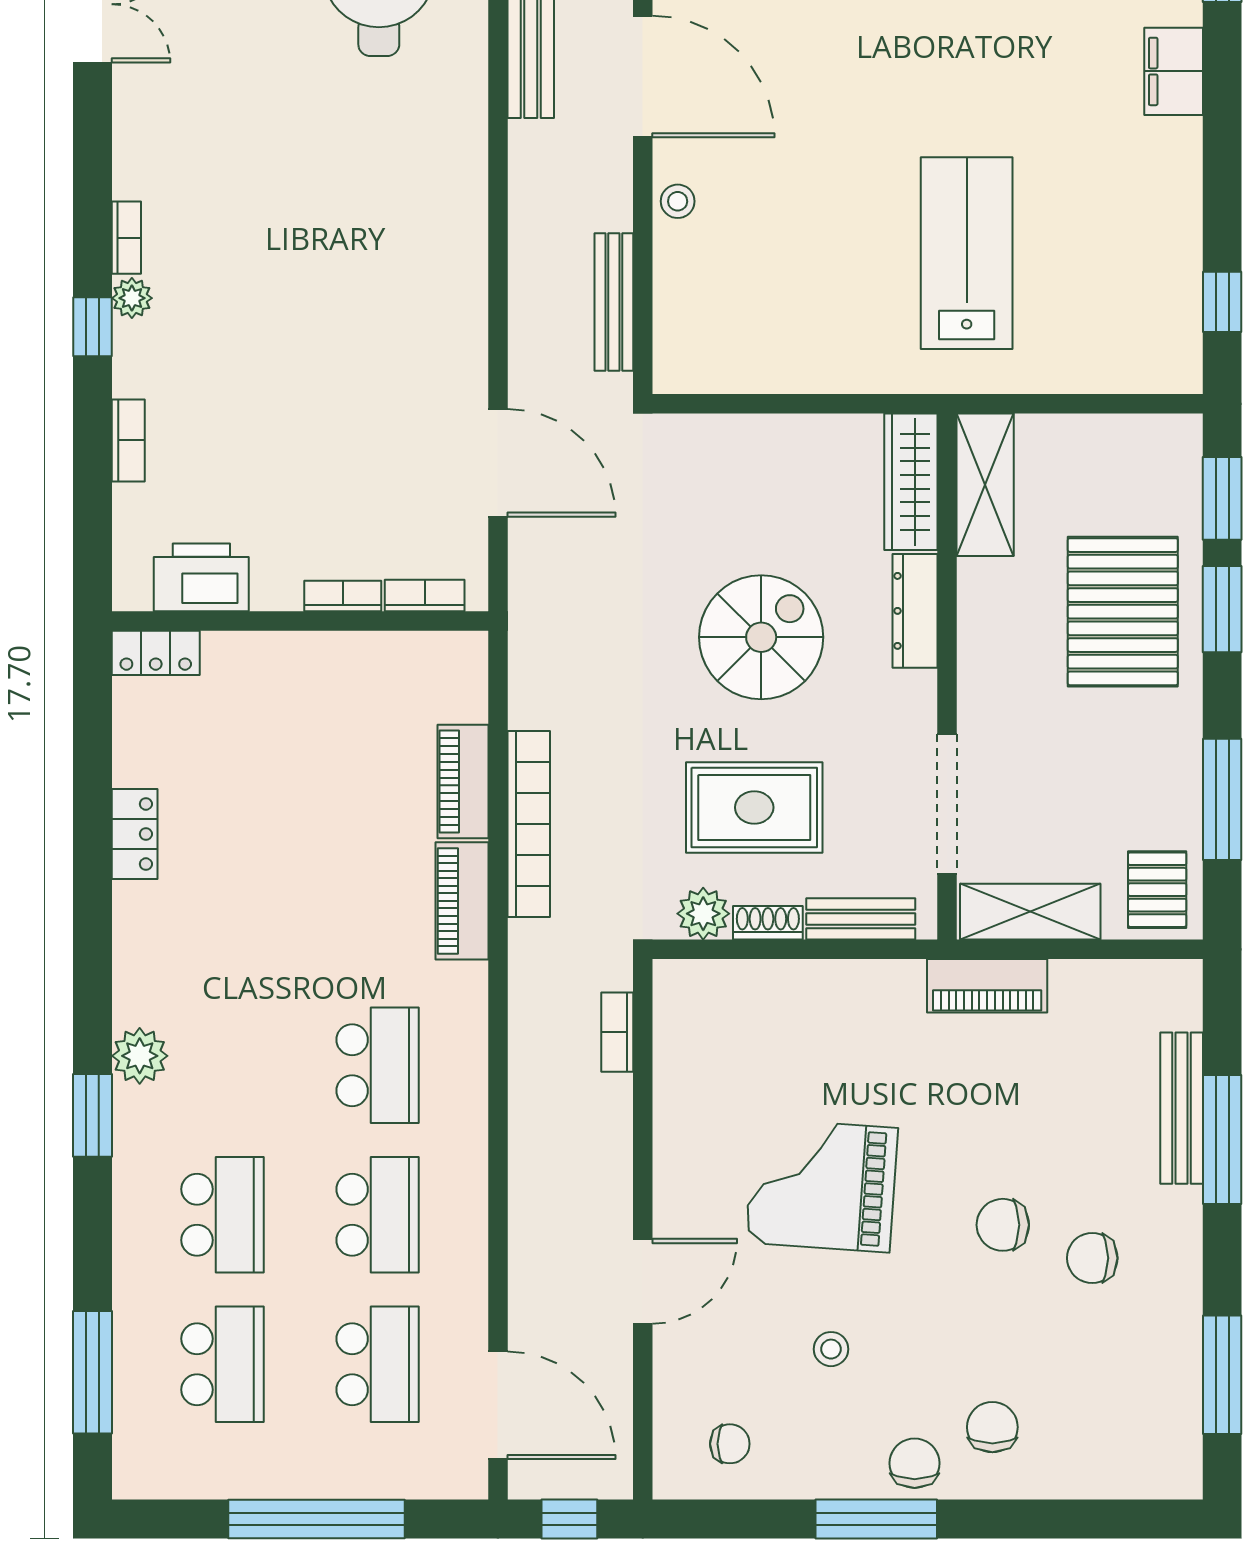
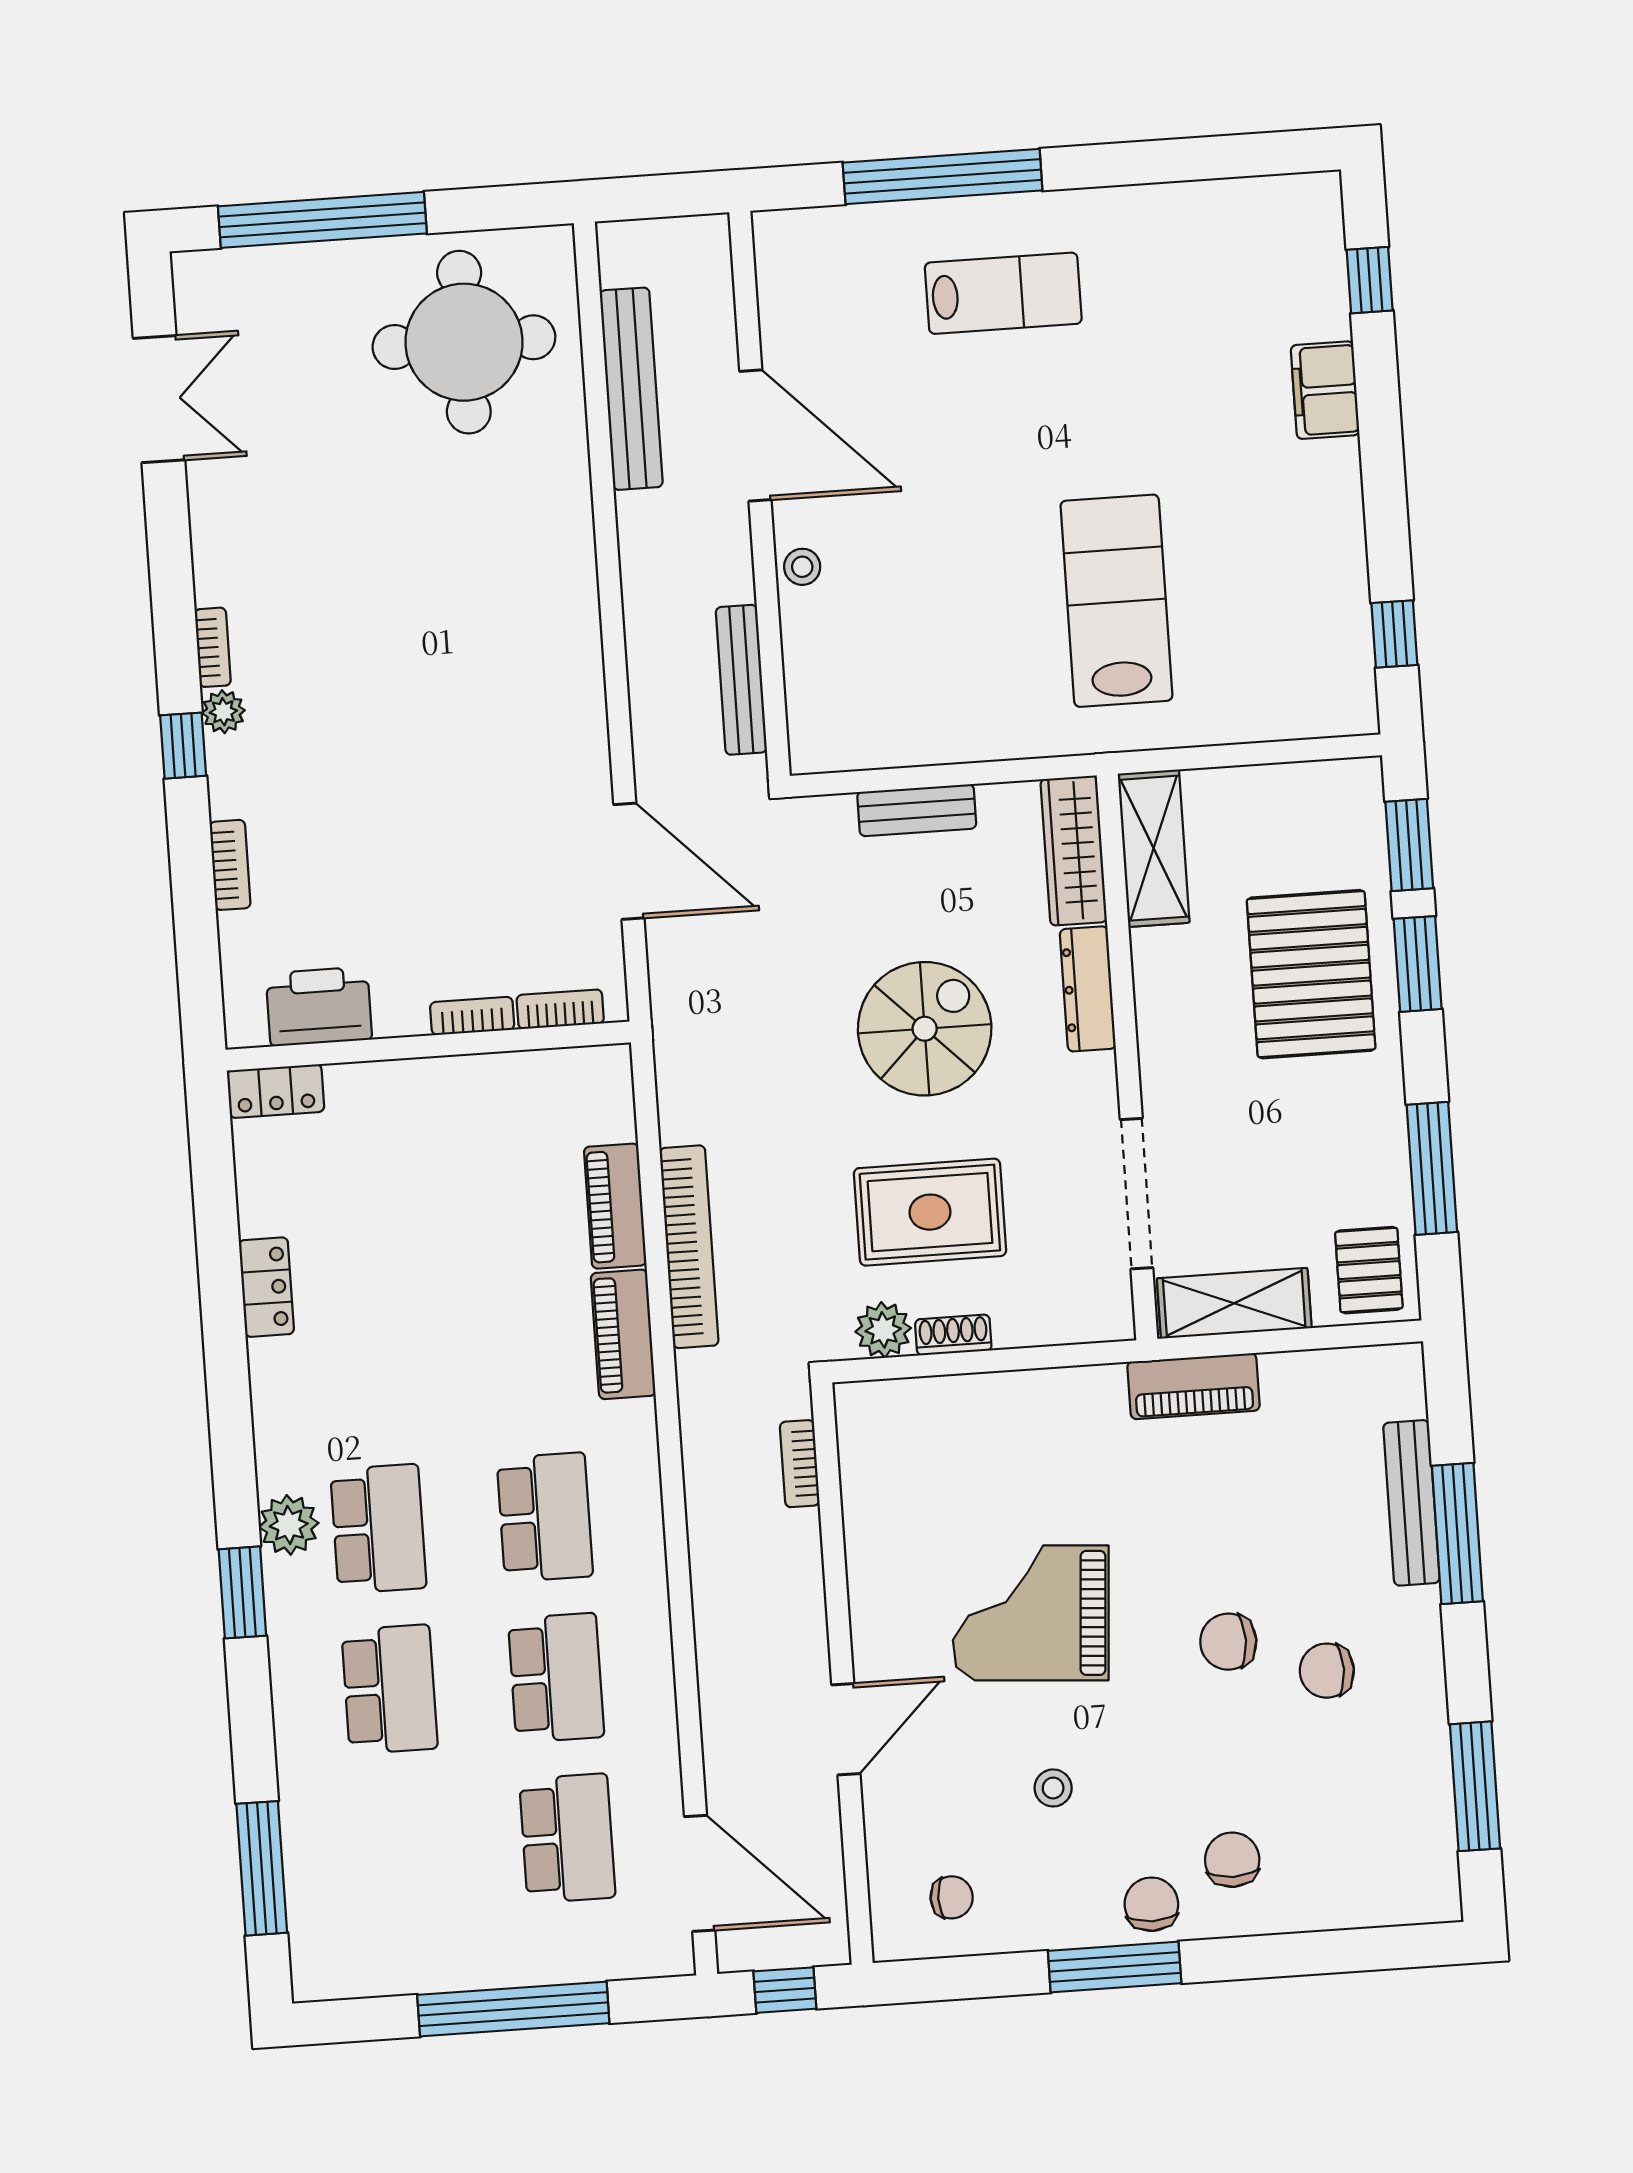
bench: (861, 919) -> (917, 810), moved
school desk: (222, 1364) -> (378, 1529), moved

